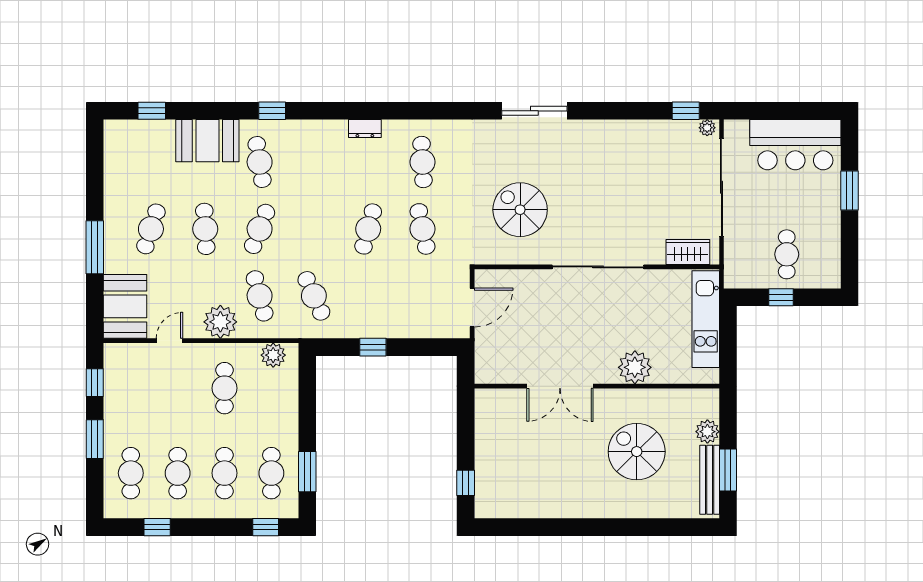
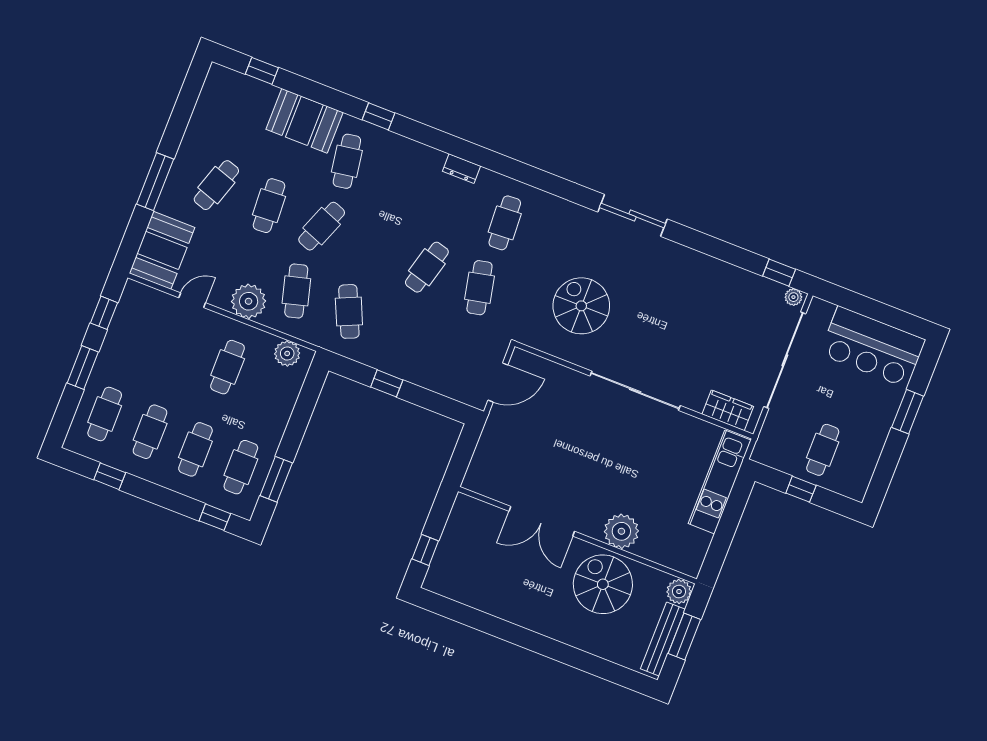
plant: (635, 367) -> (621, 531), moved
double door: (560, 386) -> (542, 521), moved
wall: (597, 386) -> (577, 535), moved

